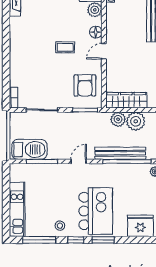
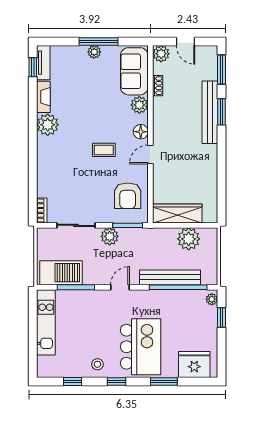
plant: (18, 26) -> (48, 125), added
plant: (118, 119) -> (110, 236), moved
kitchen unit: (17, 209) -> (46, 322), moved
window: (39, 240) -> (73, 381), width x0.46
window: (103, 240) -> (164, 381), moved

